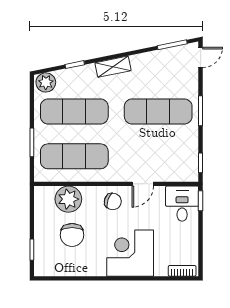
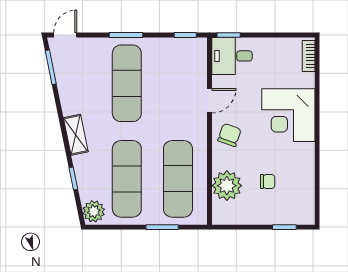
door: (201, 57) -> (65, 35), hinge flipped
door: (143, 184) -> (209, 101), hinge flipped
chair: (72, 235) -> (268, 181), width x0.54, depth x0.54

